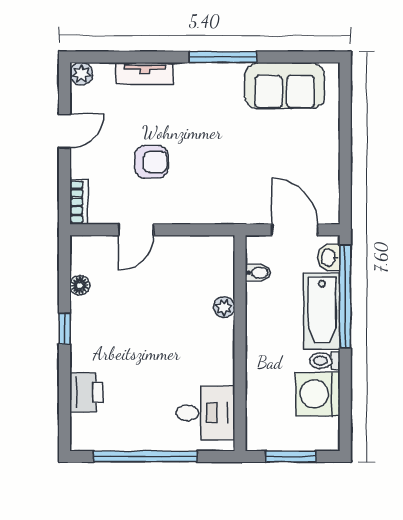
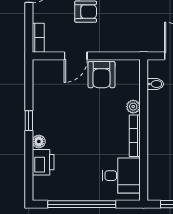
armchair: (176, 258) -> (101, 75), added
floor lamp: (80, 285) -> (39, 141), moved
bookcase: (226, 352) -> (135, 136), added

